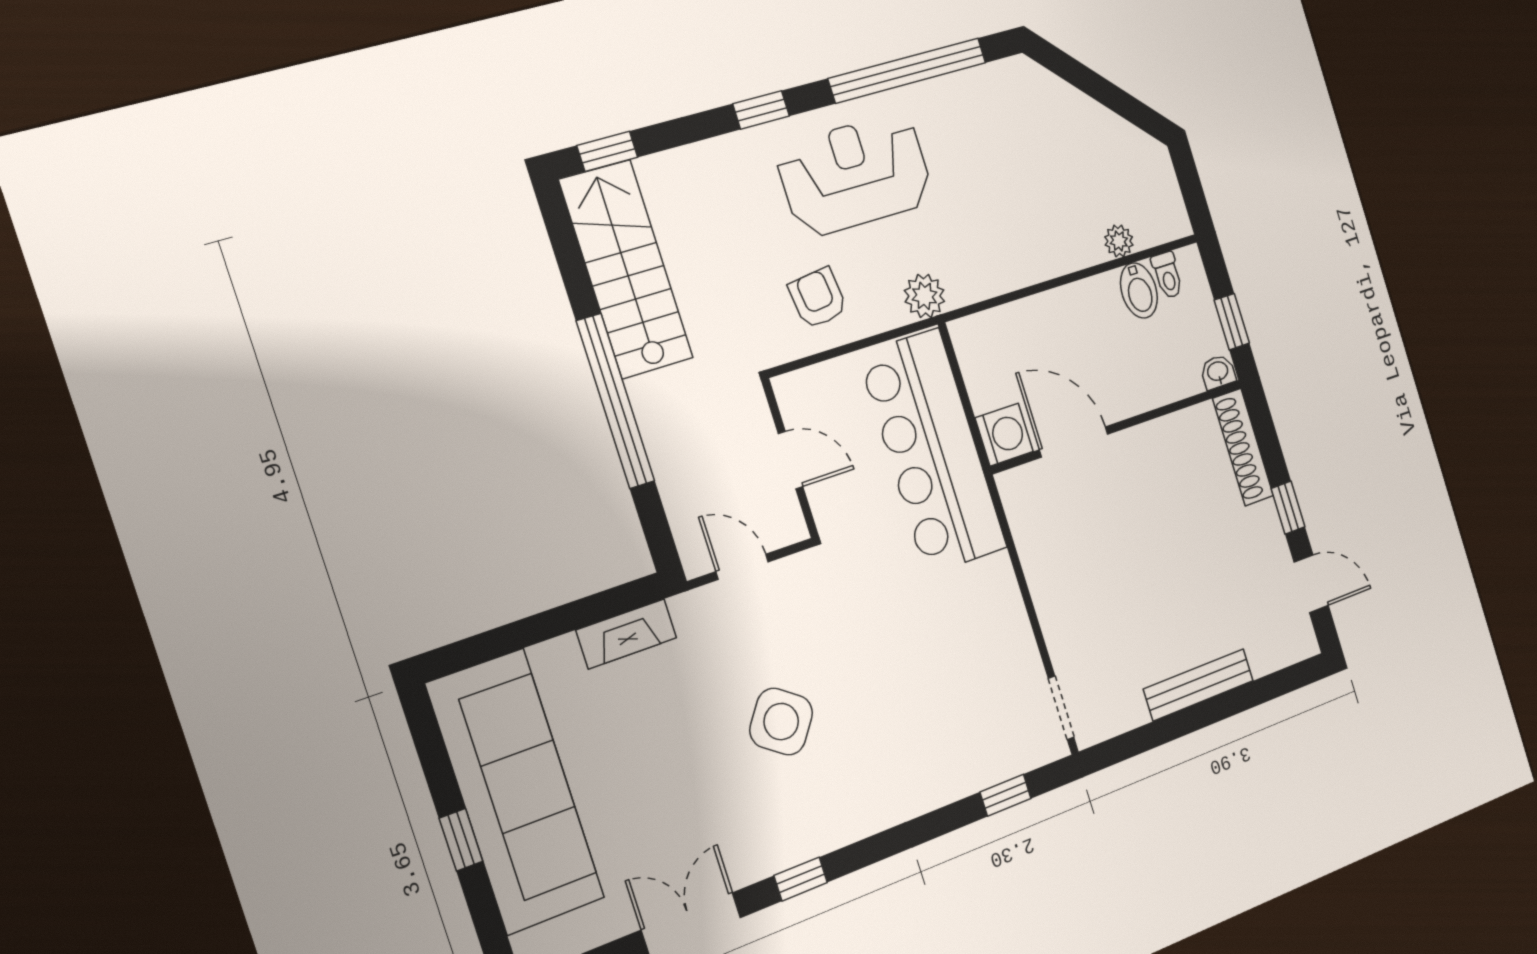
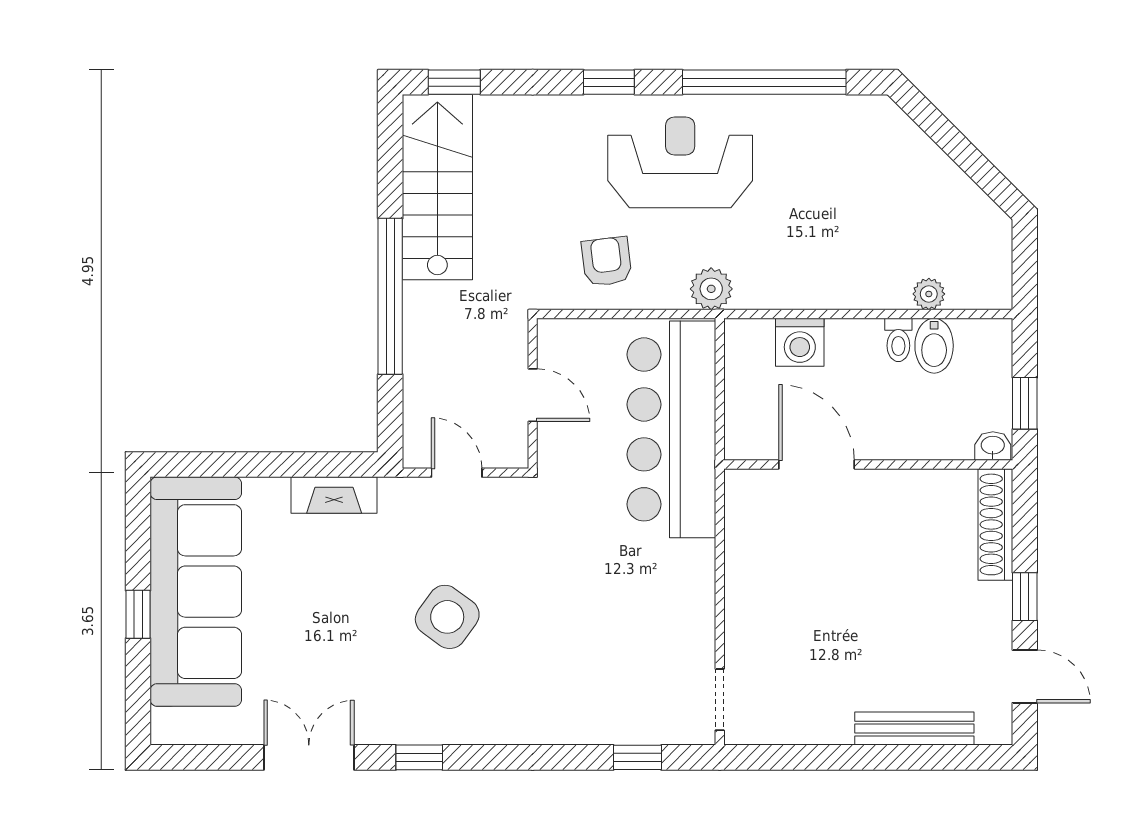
toilet: (1167, 275) -> (898, 340), moved
washing machine: (1004, 435) -> (800, 342), moved, turned 90
bench: (1199, 685) -> (914, 729), moved

